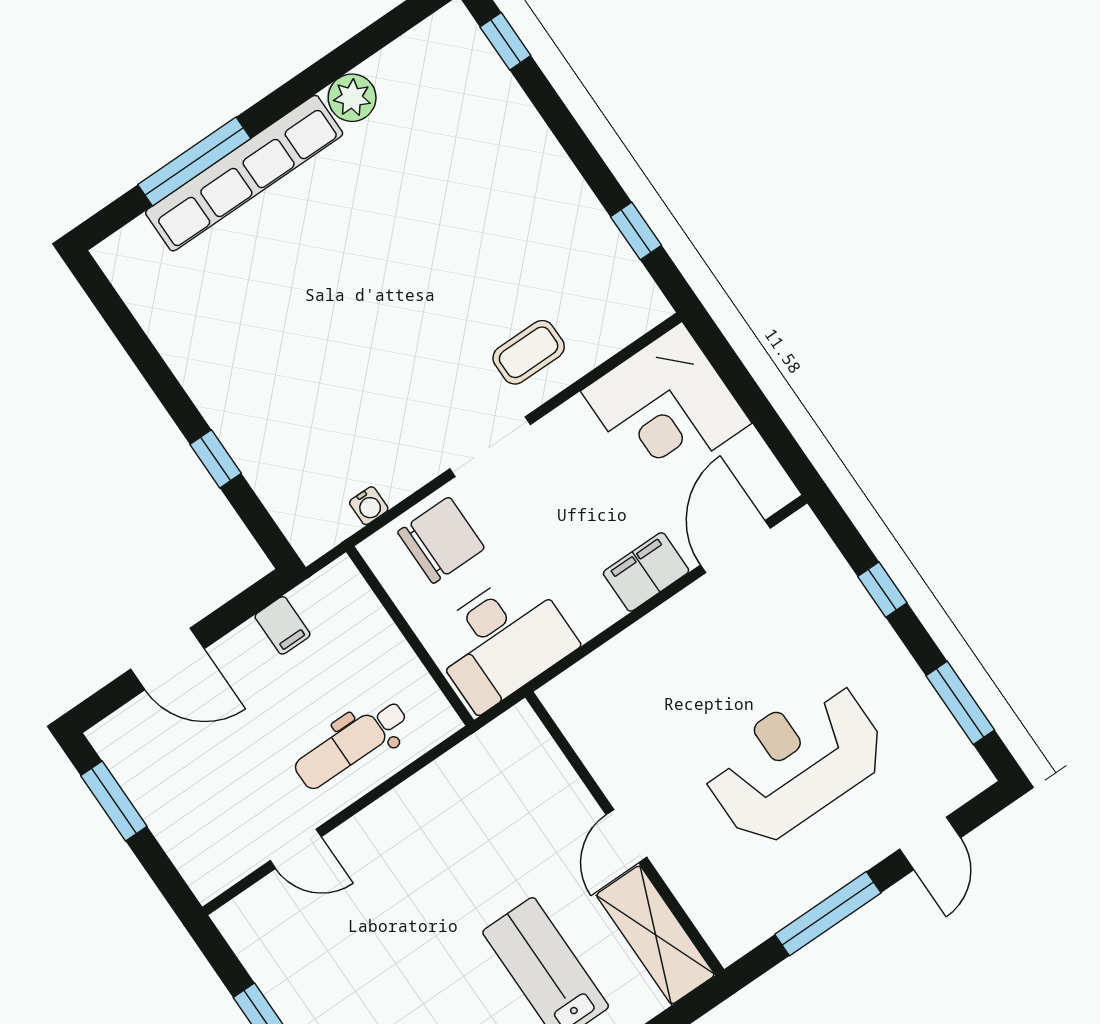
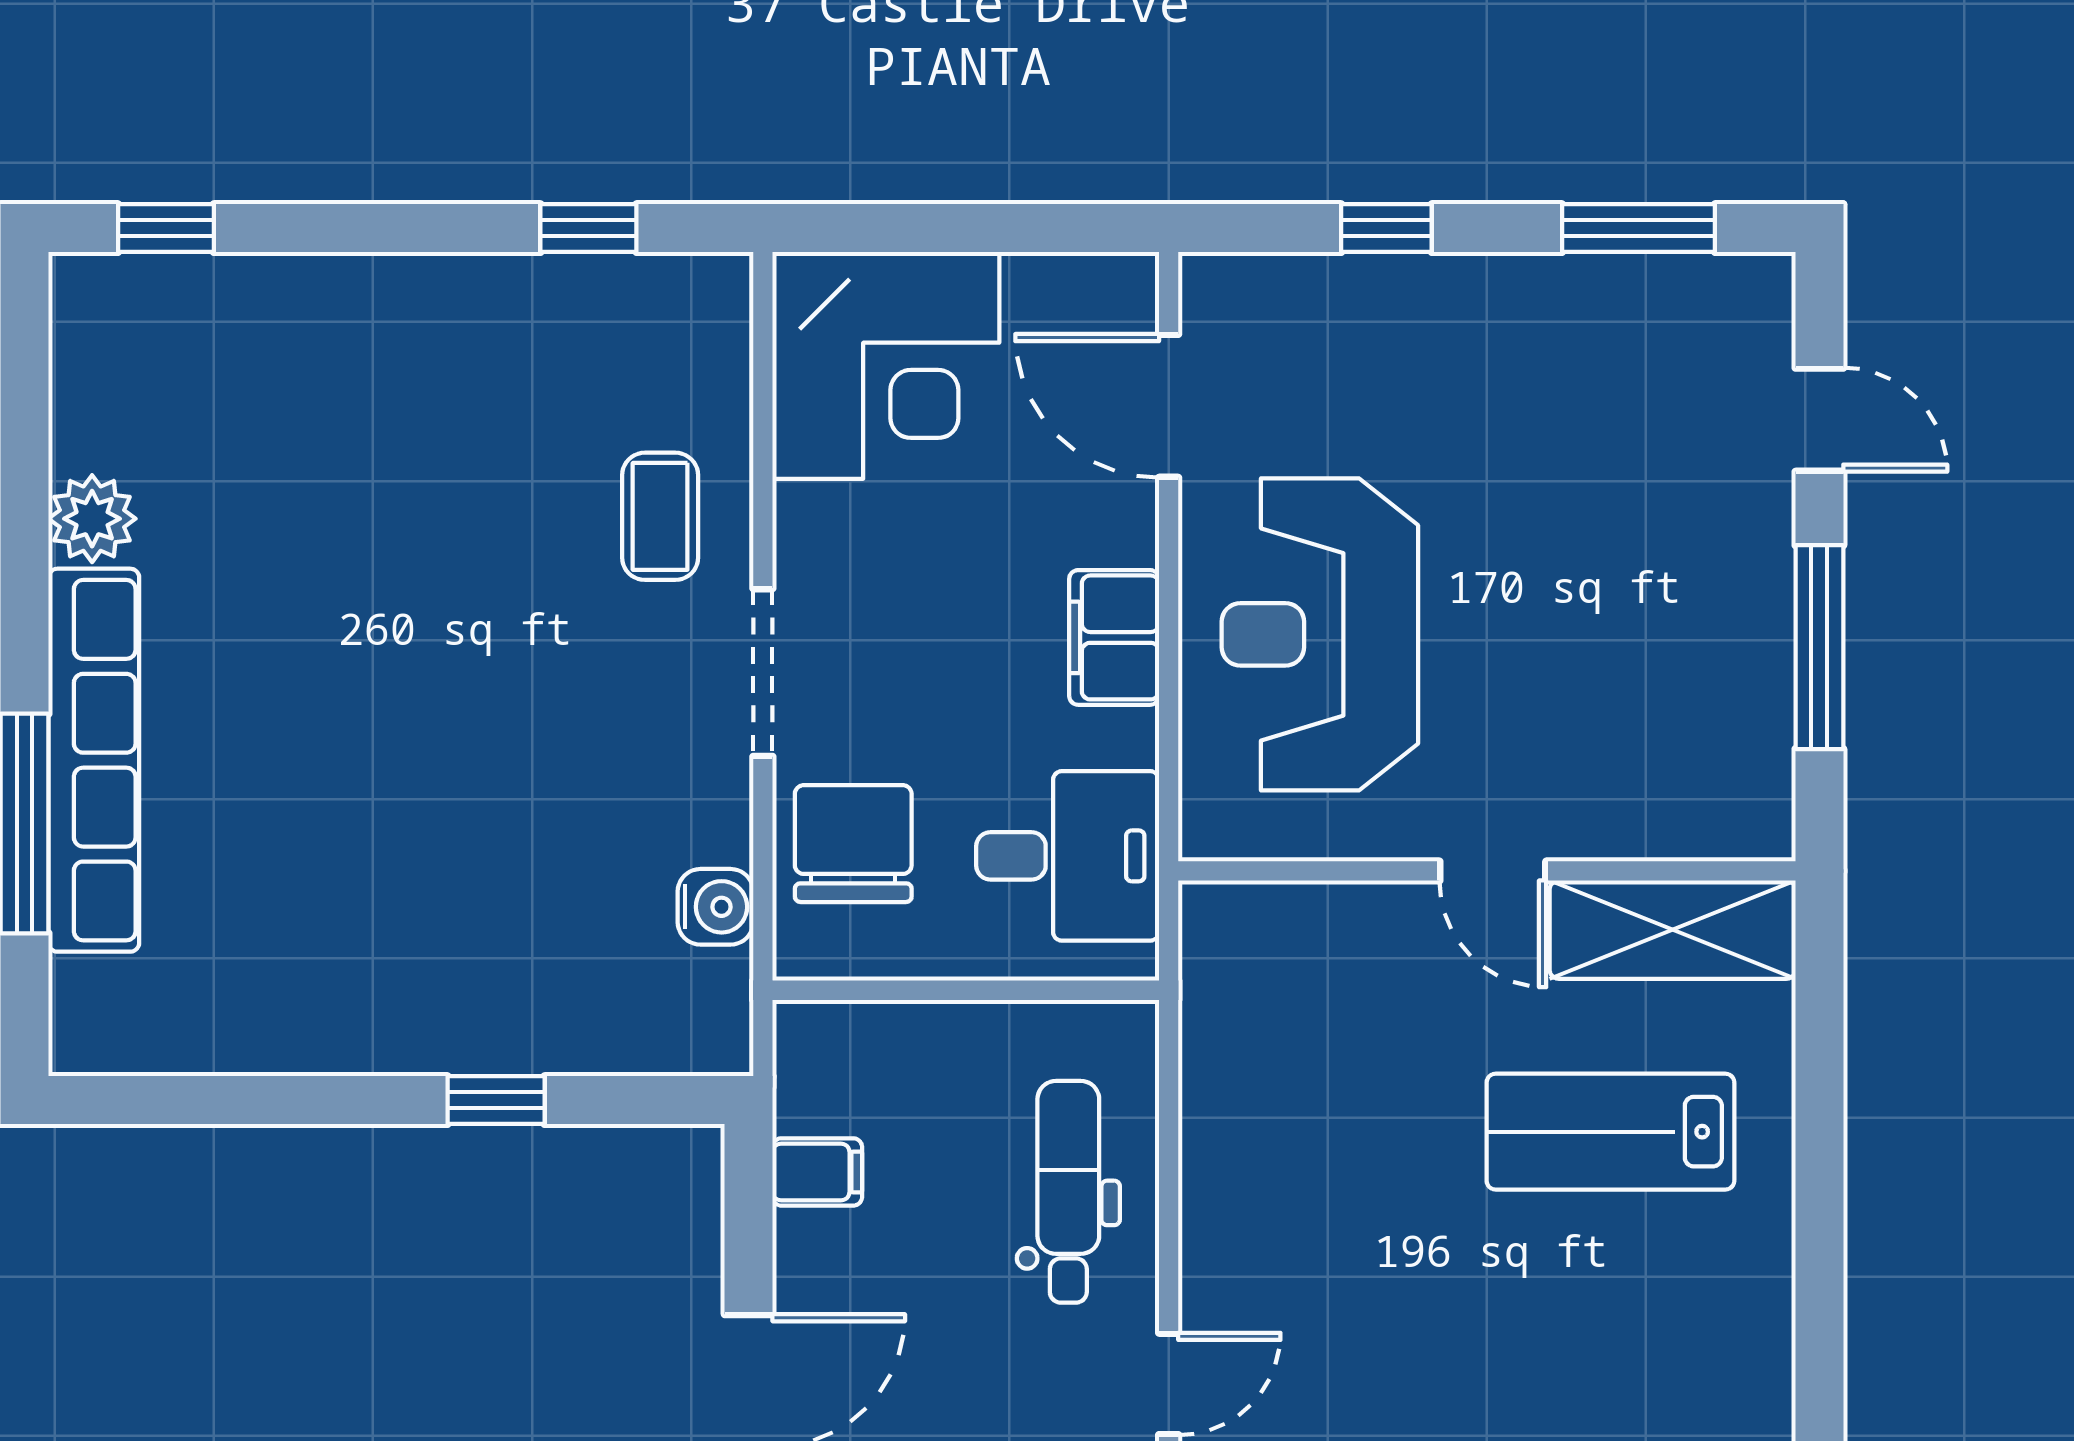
water cooler: (369, 506) -> (715, 907), width x1.38, depth x1.38
filing cabinet: (646, 572) -> (1114, 637), moved
desk: (502, 640) -> (1068, 856), width x0.73
dental chair: (351, 744) -> (1068, 1192), turned 180
reception desk: (795, 762) -> (1320, 634), moved

